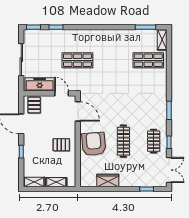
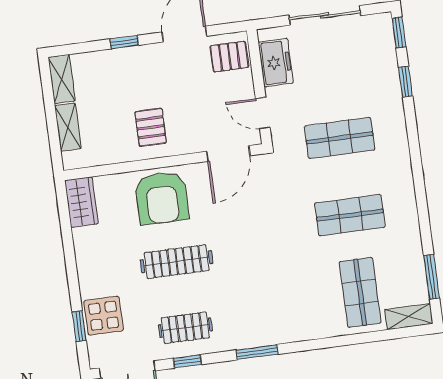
shop shelf: (77, 60) -> (340, 138), turned 90
shop shelf: (113, 60) -> (350, 215), added
freezer: (40, 84) -> (276, 63), width x0.71
door: (62, 93) -> (263, 113), swing flipped
armchair: (94, 144) -> (162, 198), turned 95
display table: (143, 177) -> (104, 316), added
wardrobe: (108, 180) -> (81, 202), moved

